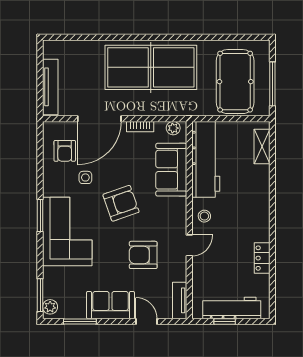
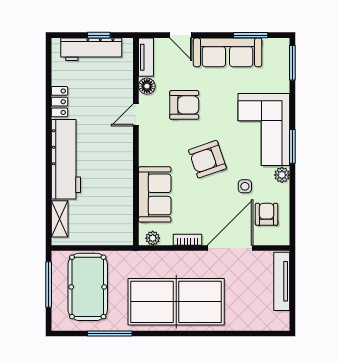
window: (214, 37) -> (110, 334), added
workbench: (206, 159) -> (66, 159), moved, turned 180
stool: (204, 216) -> (120, 146), removed
floor lamp: (179, 273) -> (147, 86), added
sofa: (110, 305) -> (228, 52), width x1.36
plant: (50, 307) -> (282, 175), moved

